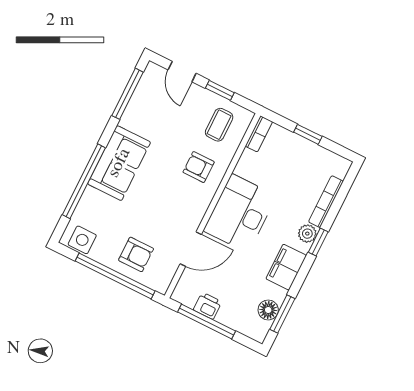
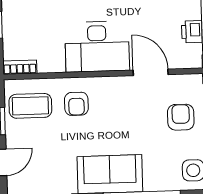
coffee table: (219, 125) -> (30, 106), width x1.36, depth x1.30

